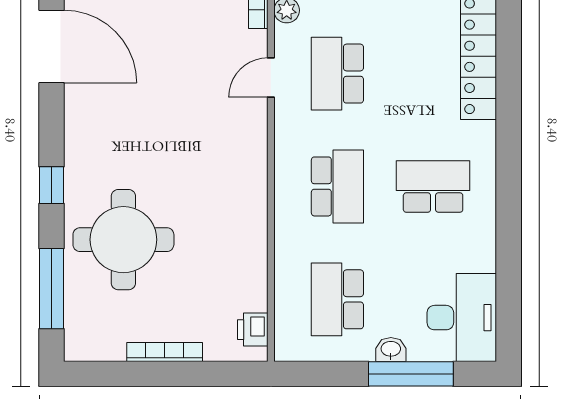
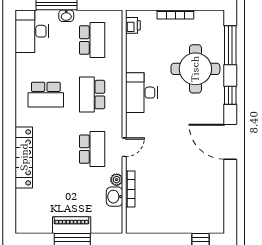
door: (51, 47) -> (230, 142), moved
desk: (235, 191) -> (141, 93), added

